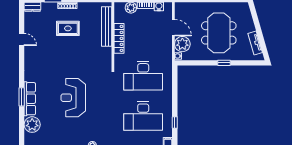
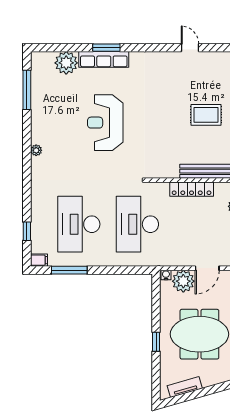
rug: (68, 28) -> (206, 115), turned 90
door: (22, 39) -> (190, 48), swing flipped
reception desk: (73, 98) -> (105, 123), turned -90
window: (175, 123) -> (69, 270), width x2.17

